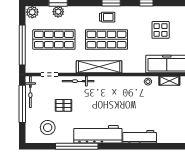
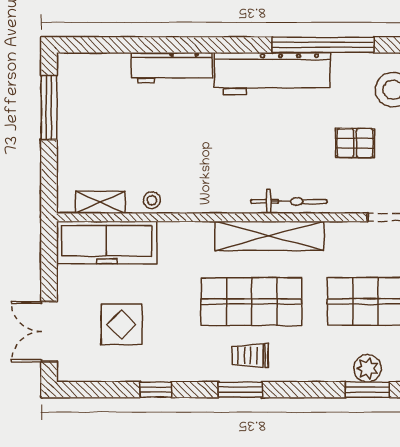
bicycle: (78, 81) -> (289, 201), moved

